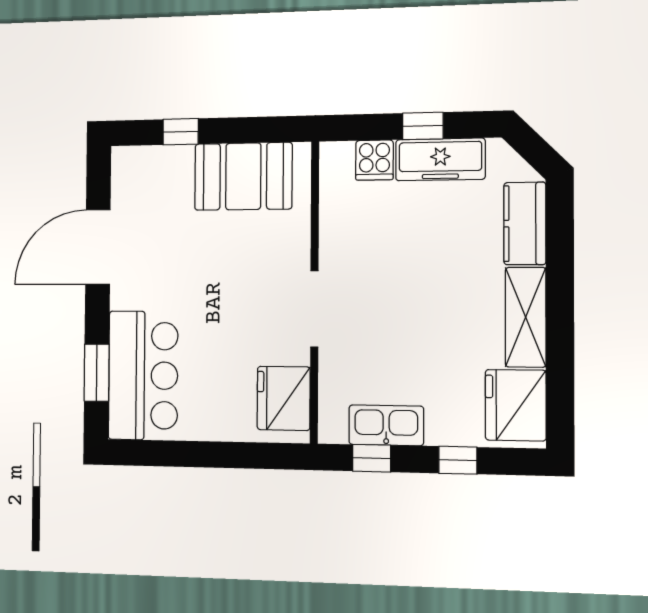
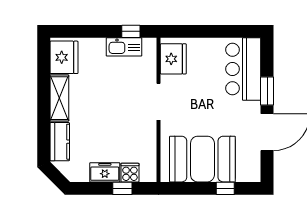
window: (423, 126) -> (122, 188), moved
freezer: (440, 159) -> (105, 172), width x0.71
booth: (243, 176) -> (202, 159), width x1.36, depth x1.42
window: (97, 373) -> (267, 91), moved
window: (458, 460) -> (90, 31), removed

